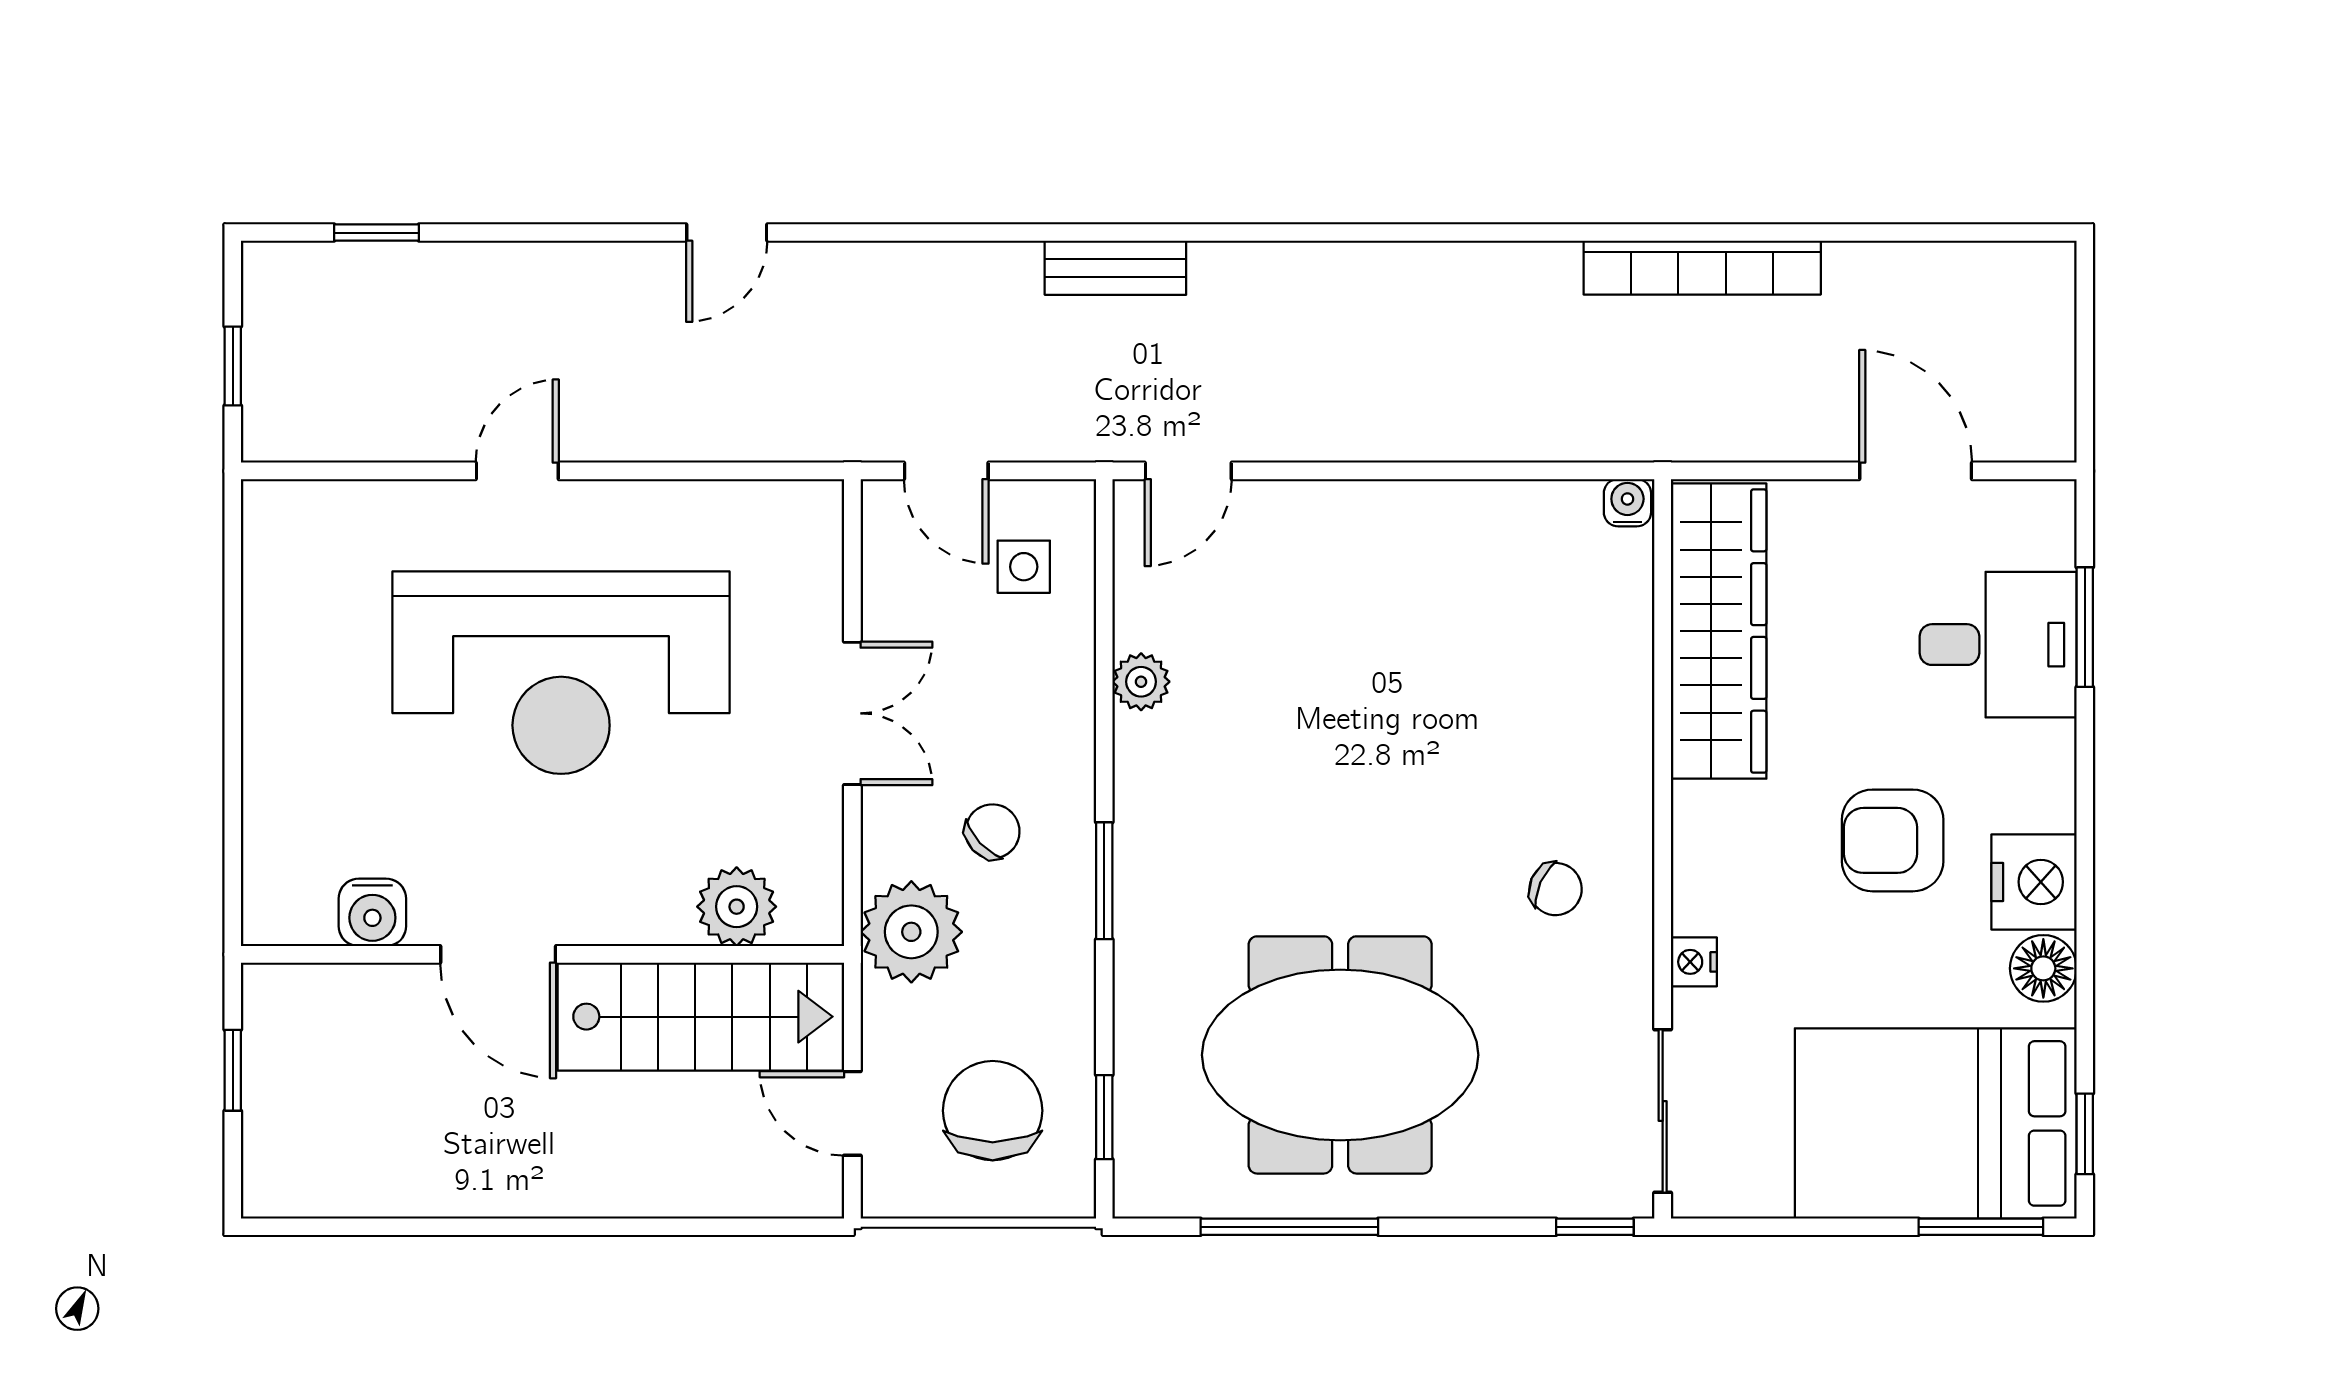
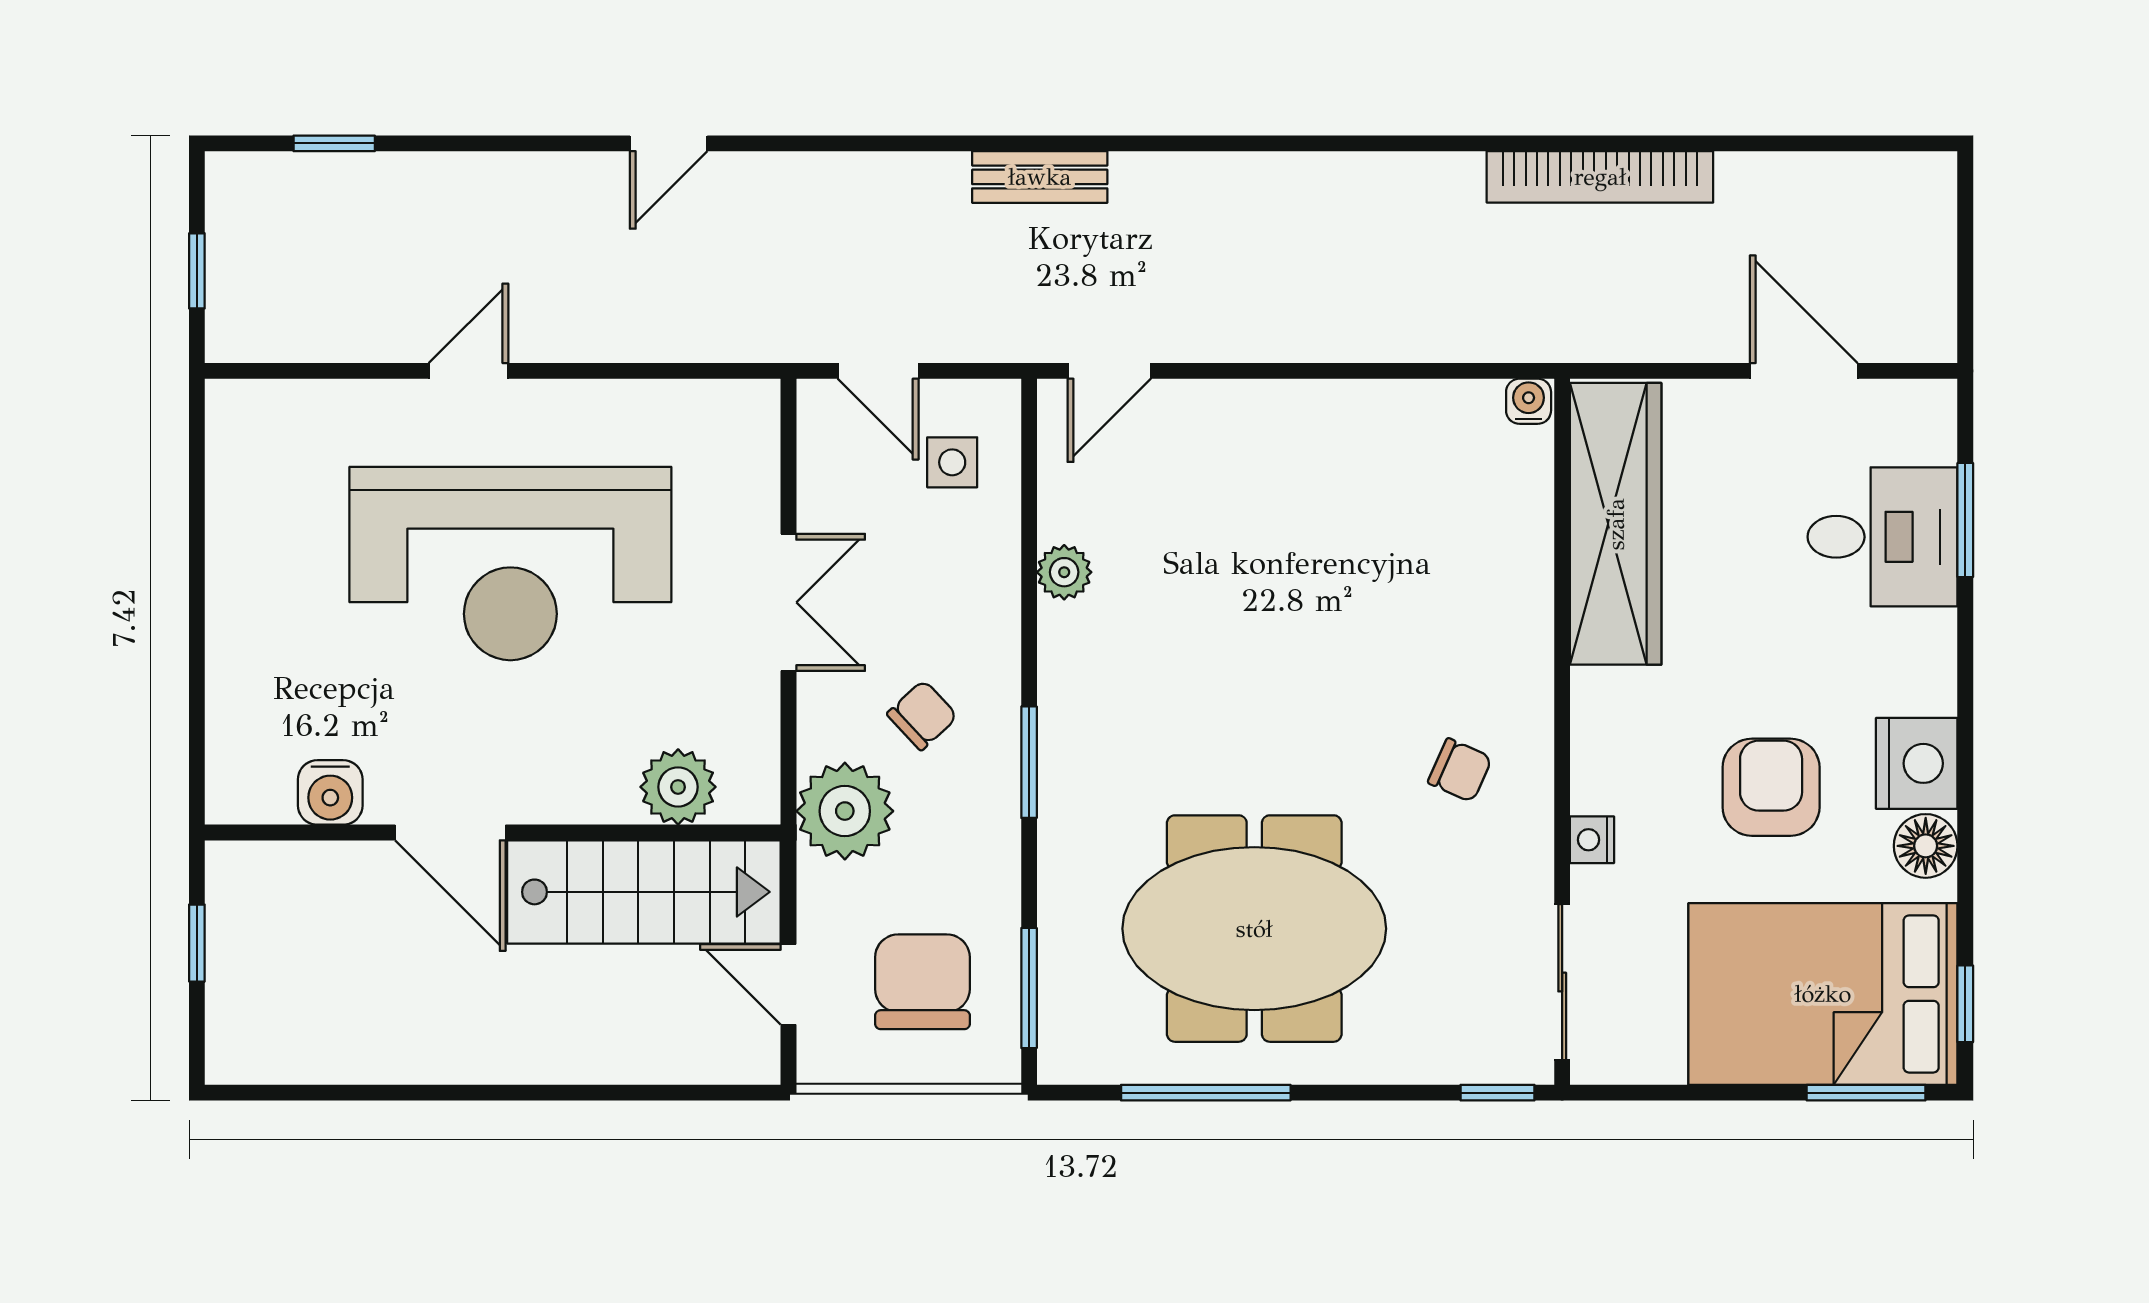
armchair: (1893, 840) -> (1771, 787), moved, turned 90
window: (1104, 1117) -> (1029, 988), width x1.50

